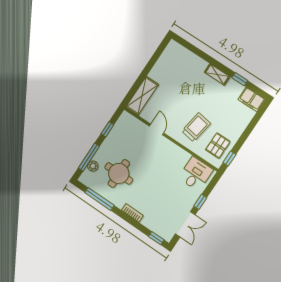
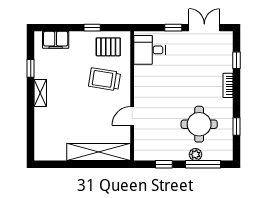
shelving: (142, 96) -> (99, 152), width x1.47
filing cabinet: (252, 99) -> (56, 40), moved, turned 90
window: (229, 158) -> (92, 28), moved
plant: (93, 166) -> (195, 154), moved
window: (99, 199) -> (236, 127), width x0.46
window: (156, 238) -> (236, 60), moved

